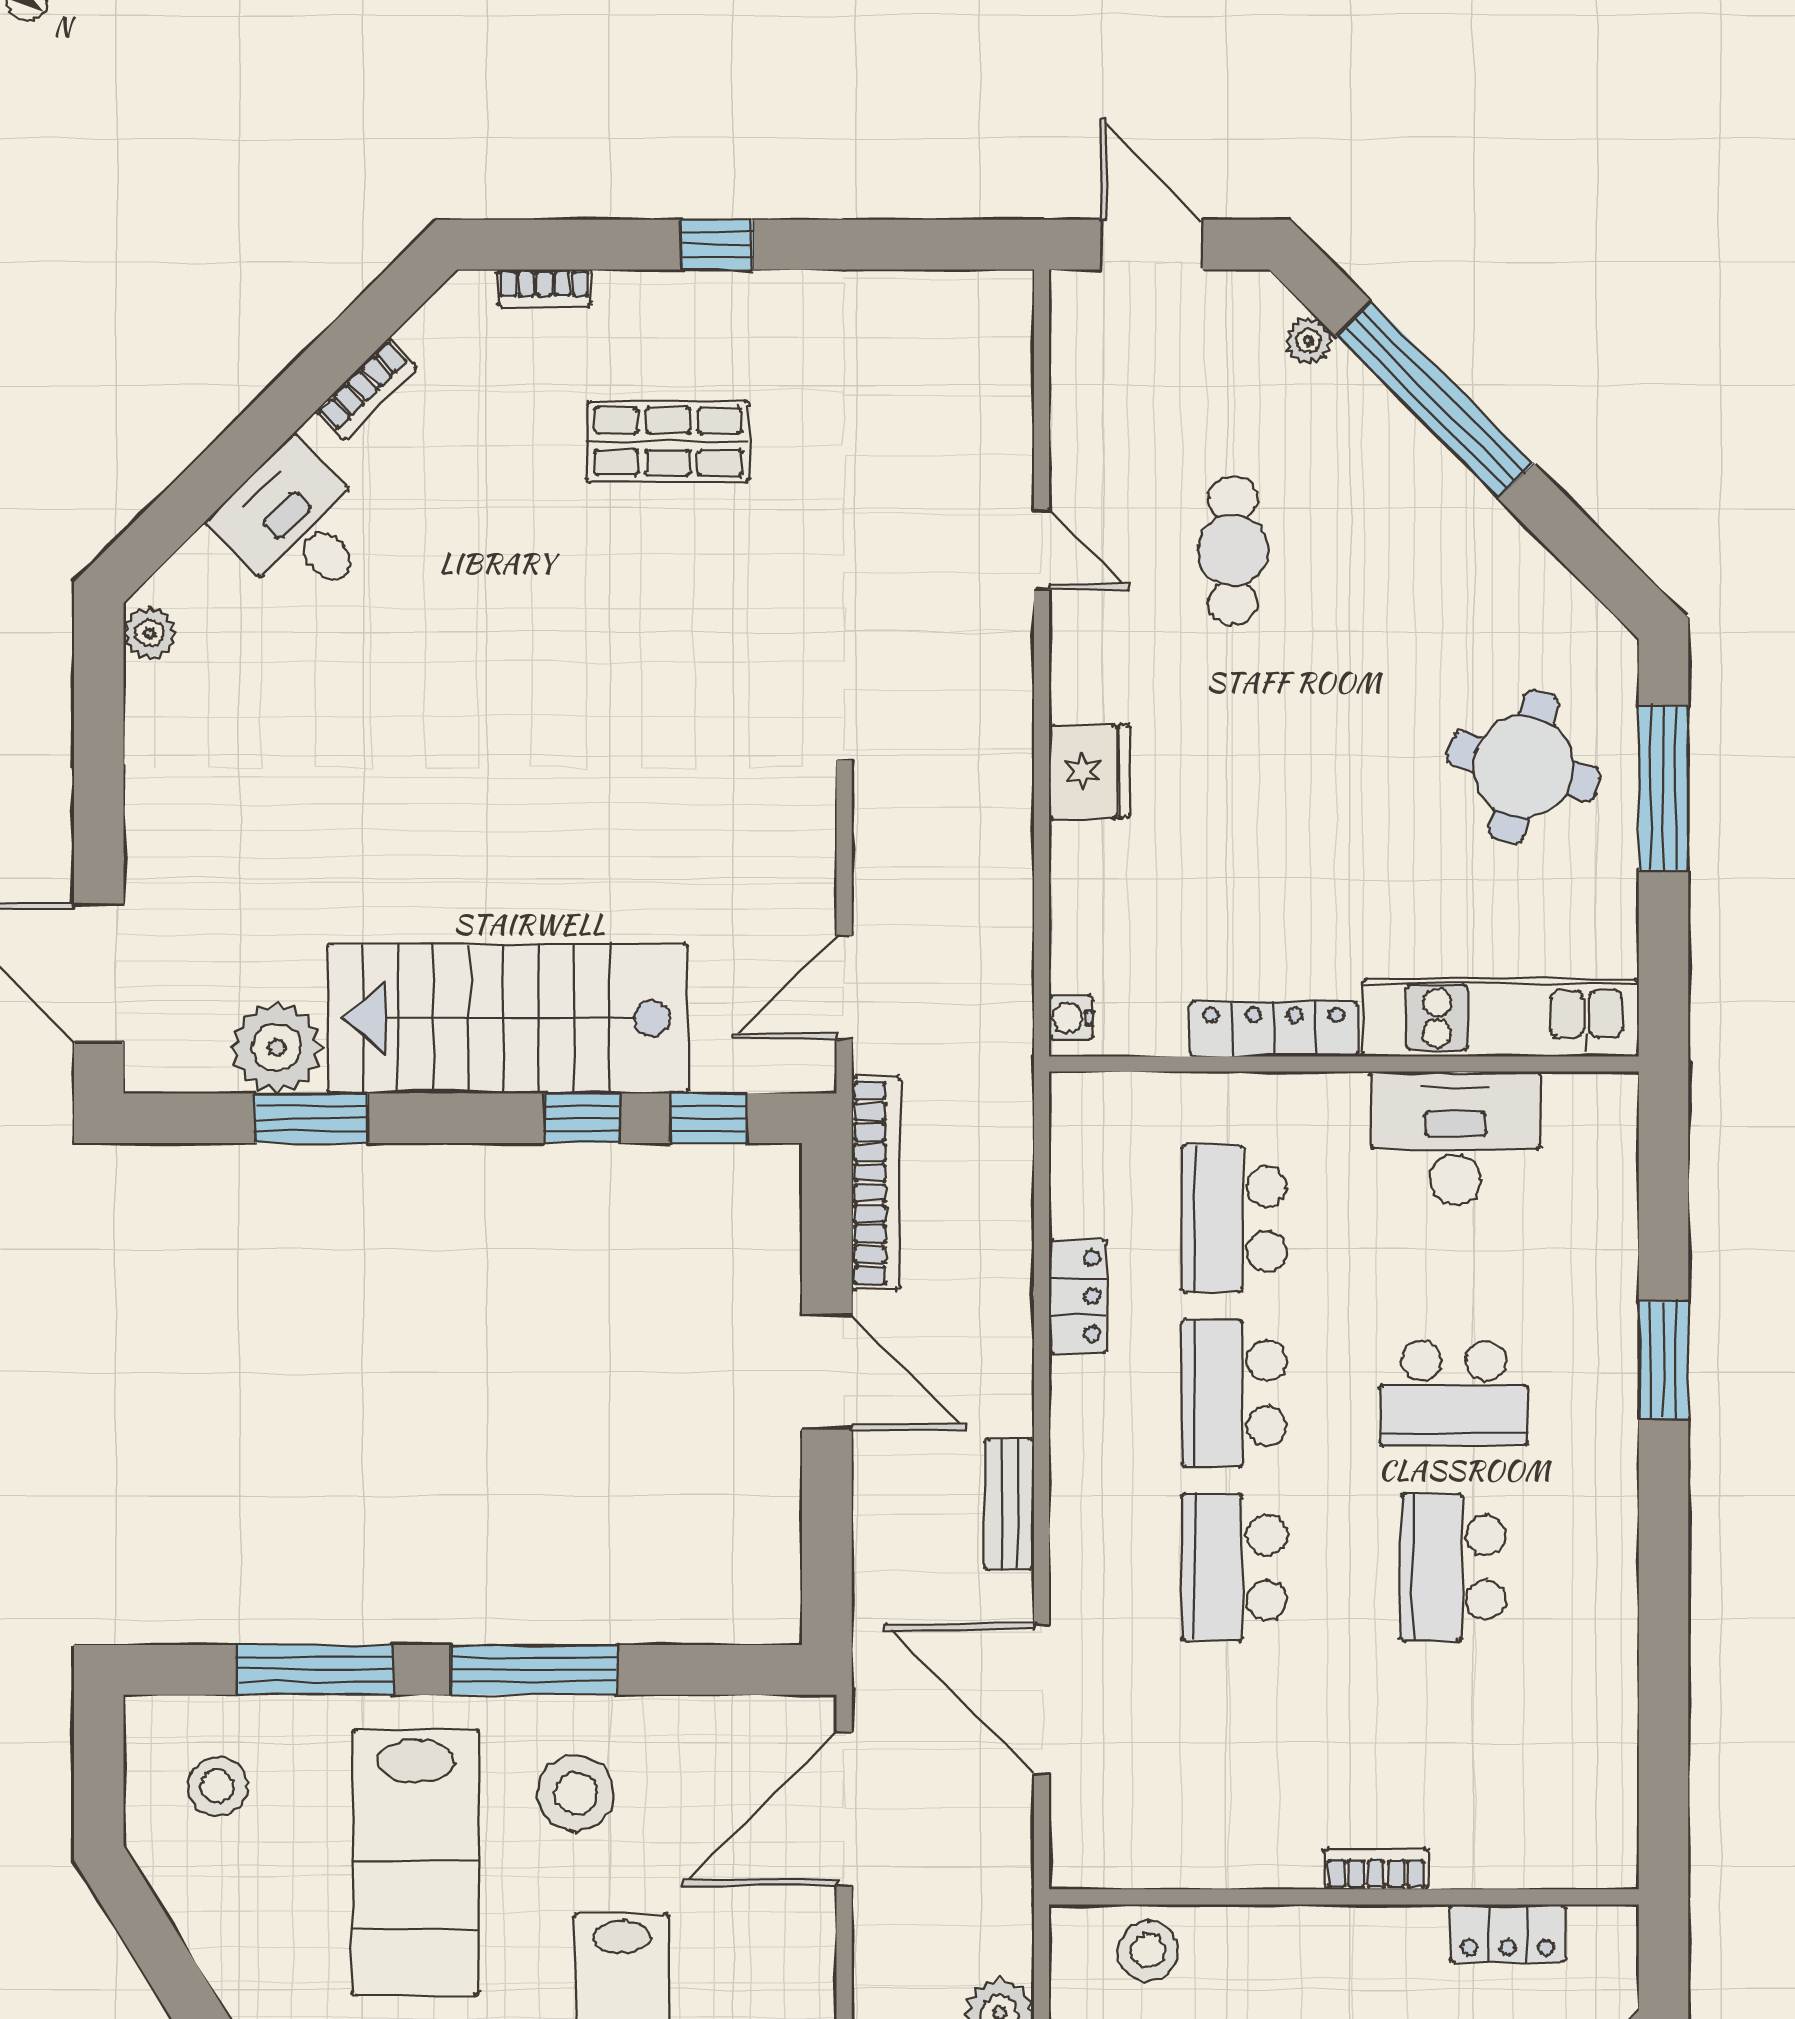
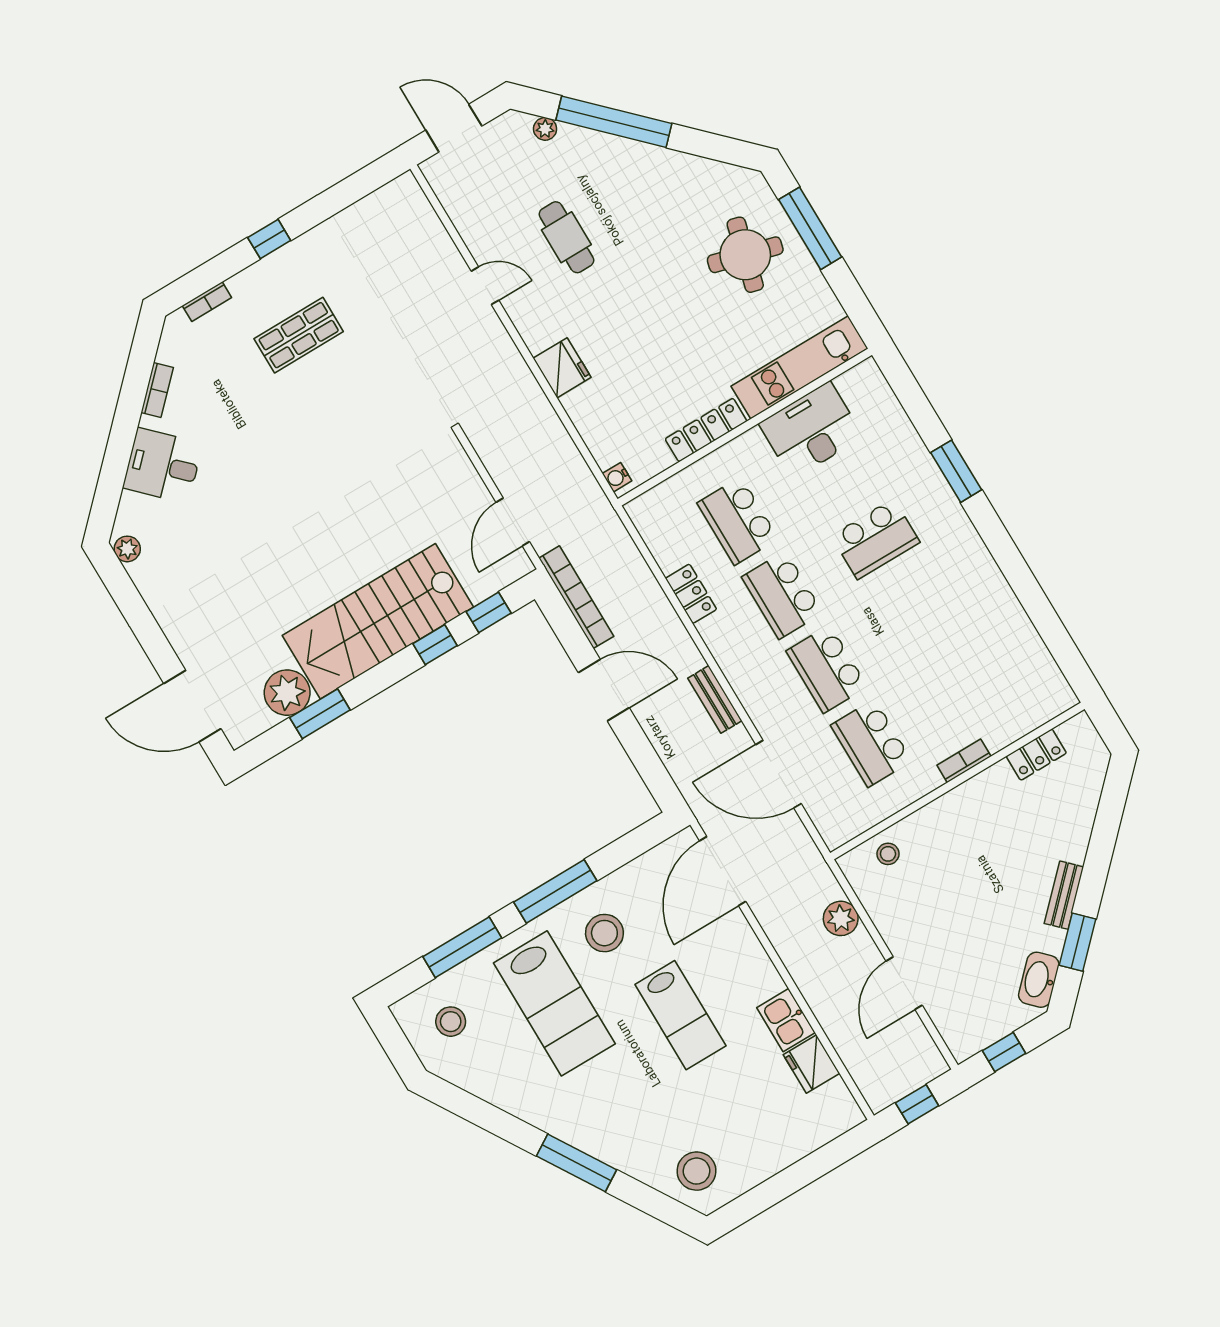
school desk: (1454, 1568) -> (871, 743), moved
stool: (1148, 1951) -> (888, 854), width x0.73, depth x0.73

